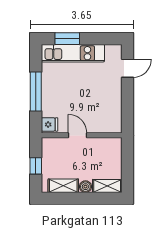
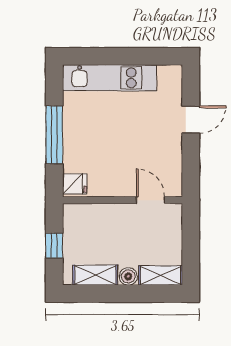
window: (67, 39) -> (101, 56), removed
door: (128, 68) -> (191, 120), moved
door: (77, 135) -> (150, 200), moved

